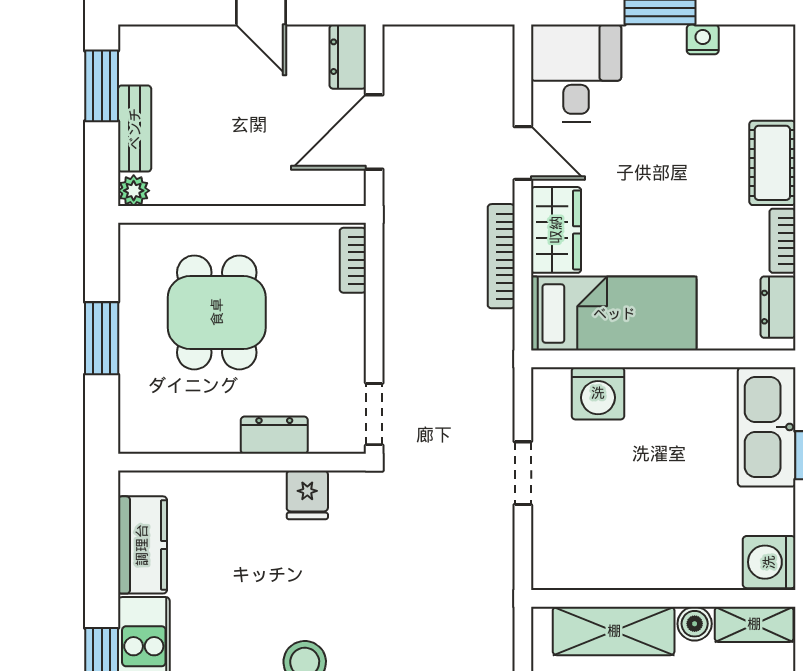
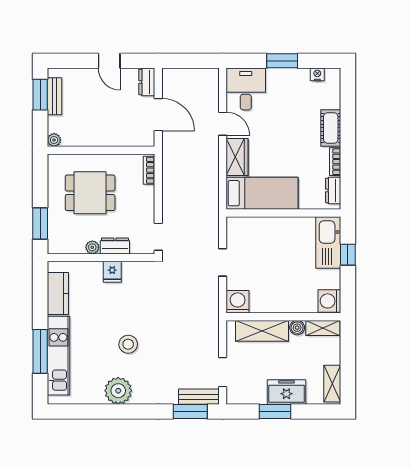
nightstand: (703, 39) -> (317, 74), moved
bench: (135, 129) -> (54, 96), moved
door: (374, 132) -> (158, 115), swing flipped
bookcase: (501, 256) -> (213, 168), removed
dining table: (217, 312) -> (90, 193), turned 90
window: (102, 338) -> (40, 224), moved
washing machine: (598, 393) -> (238, 302), moved, turned 180
plant: (222, 438) -> (92, 247), added
fridge: (307, 495) -> (112, 272), moved

